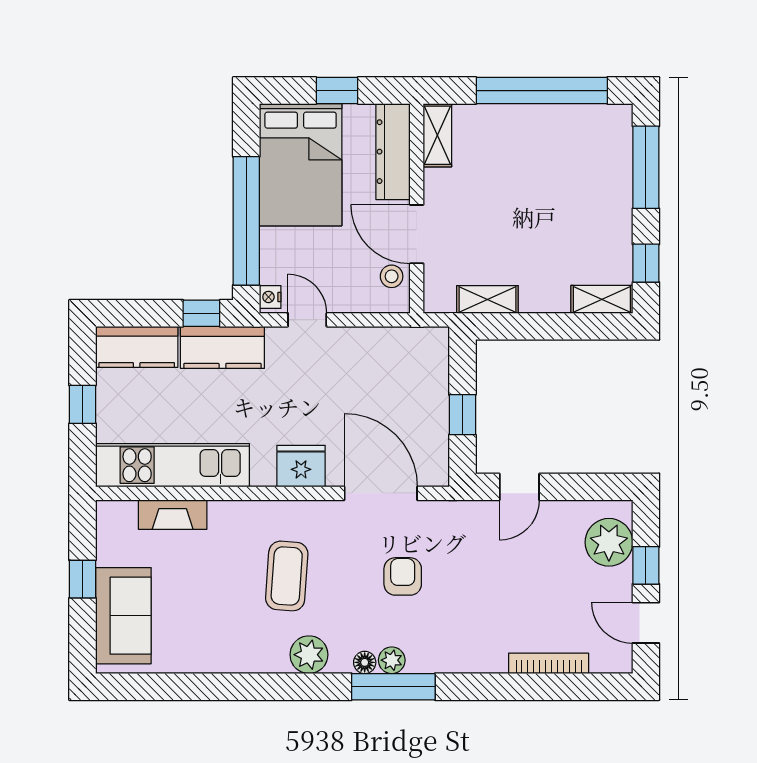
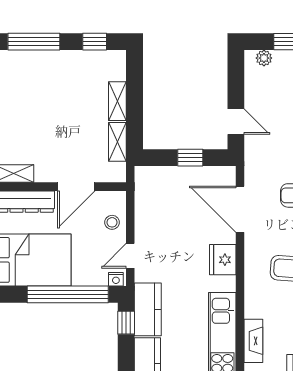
stool: (392, 276) -> (112, 222), moved
shelving: (602, 299) -> (117, 101), moved
door: (381, 493) -> (240, 209), hinge flipped
plant: (609, 542) -> (264, 58), width x0.53, depth x0.53

